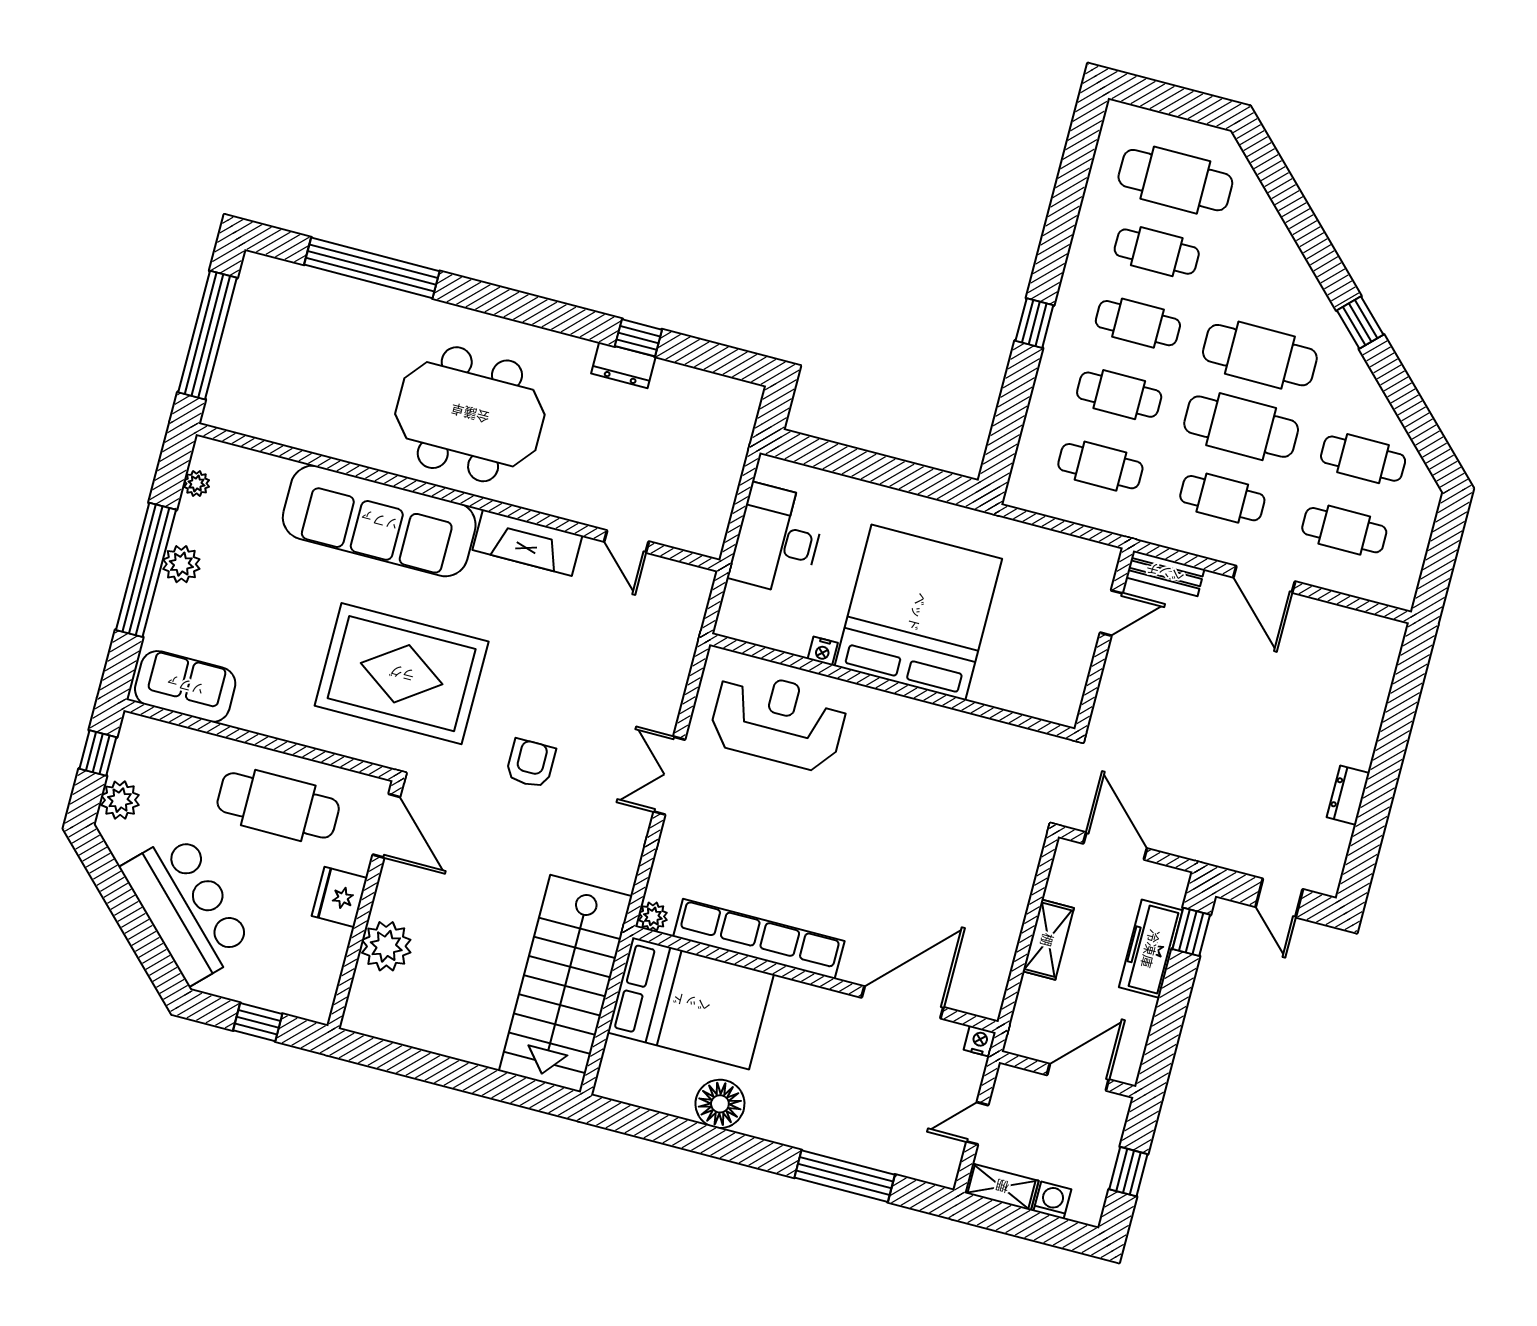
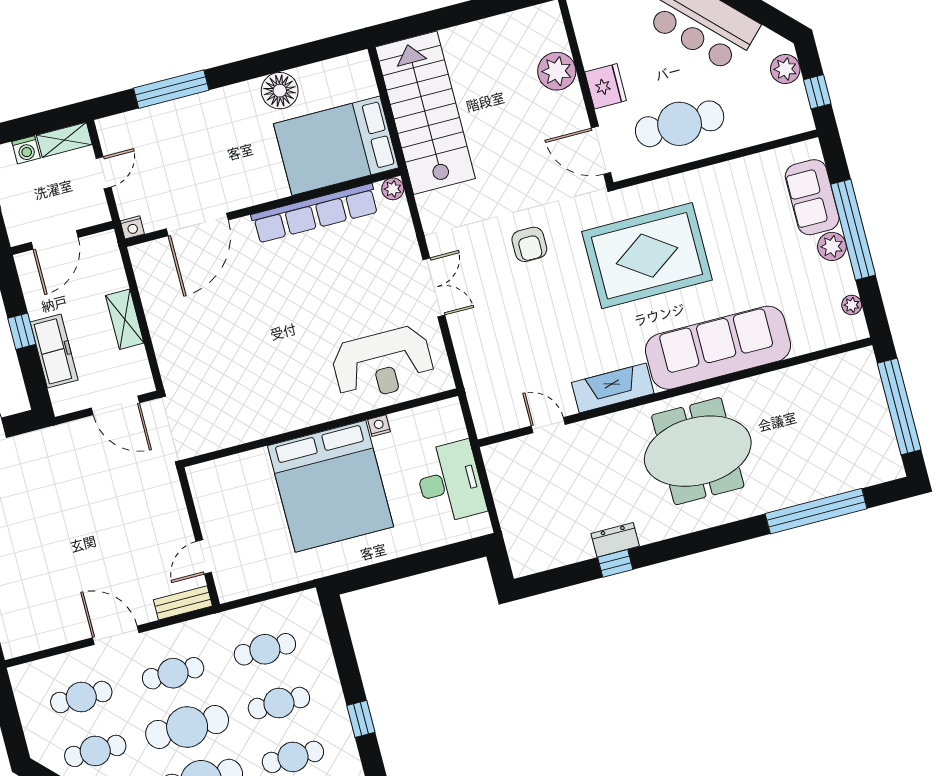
sofa: (185, 686) -> (812, 197), moved, turned 90
window: (1191, 932) -> (22, 331), moved

